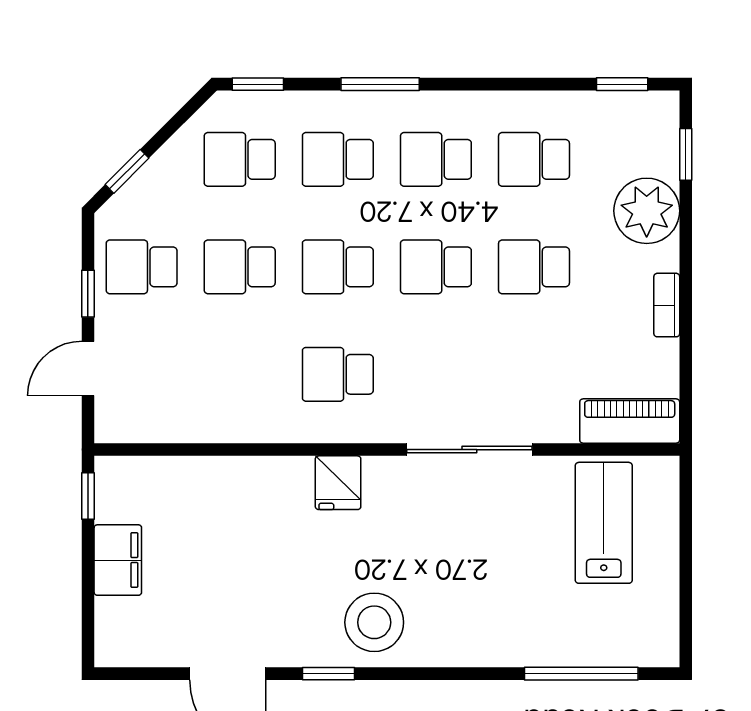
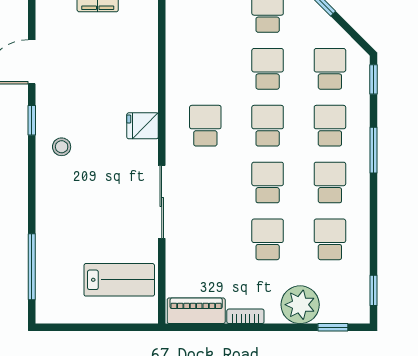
piano: (630, 421) -> (196, 311), moved, turned -90
stool: (374, 622) -> (62, 147), width x0.53, depth x0.53

